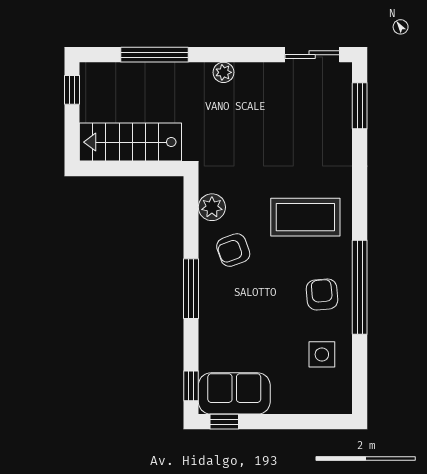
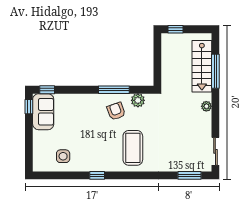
window: (72, 90) -> (176, 29), moved
stairs: (130, 142) -> (202, 66), moved, turned 180
window: (360, 287) -> (97, 175), width x0.32
window: (191, 289) -> (114, 90), moved
armchair: (322, 294) -> (94, 156), removed

